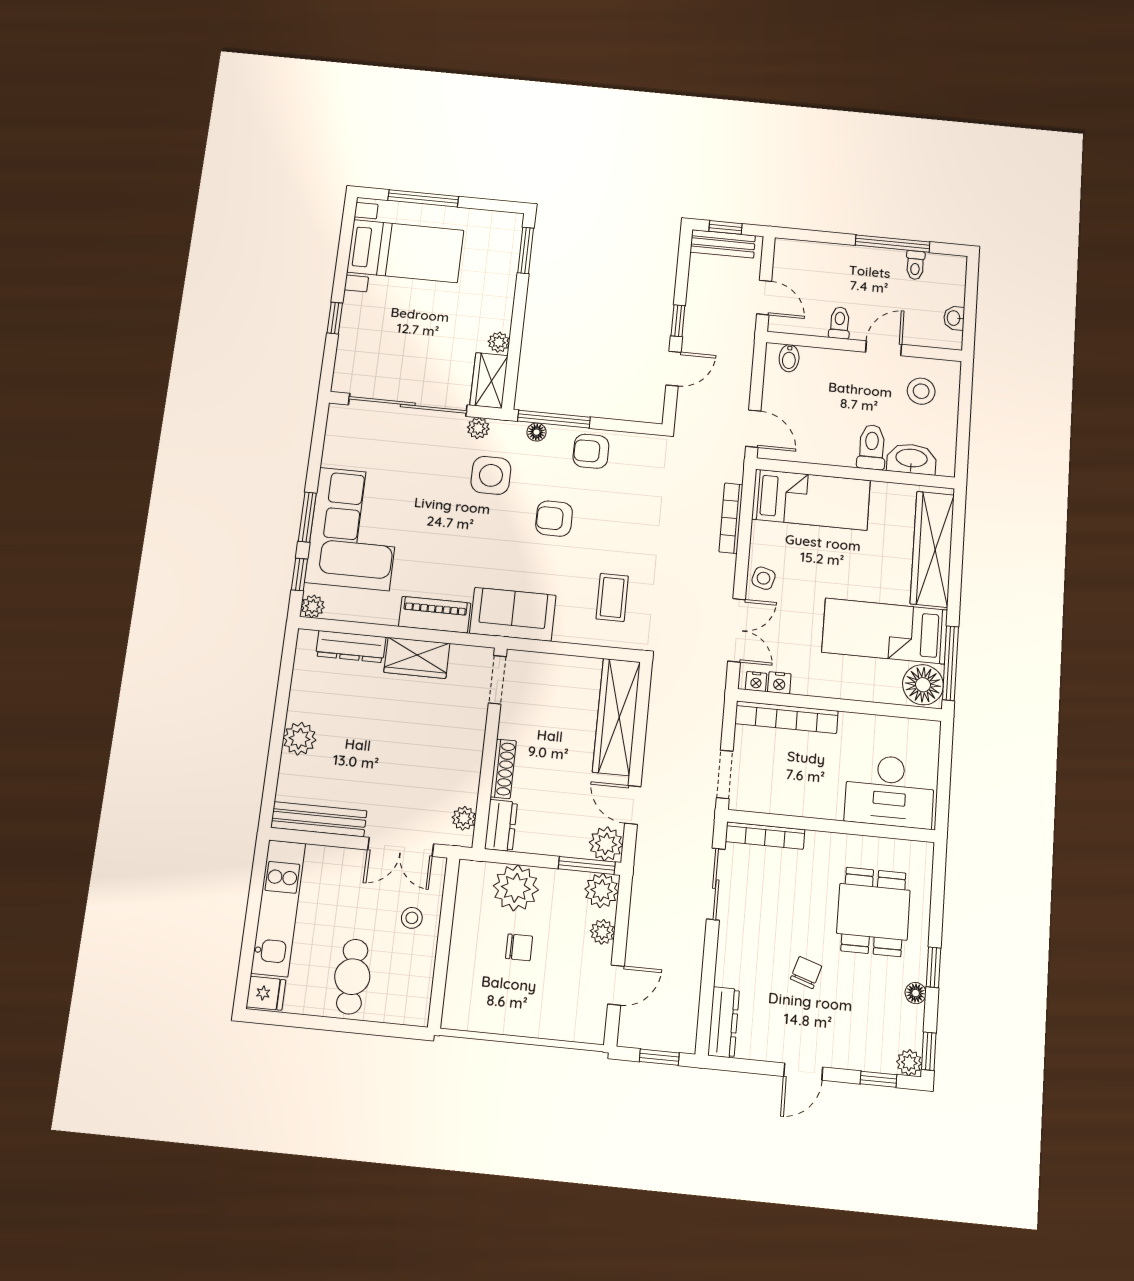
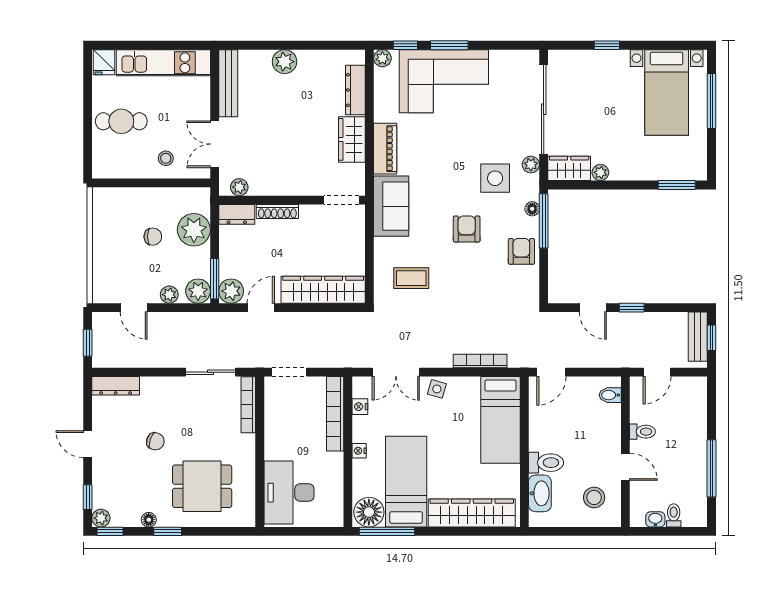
toilet: (915, 265) -> (674, 515), moved, turned 90
nightstand: (756, 682) -> (359, 451), moved
chair: (519, 947) -> (153, 237), turned -90

